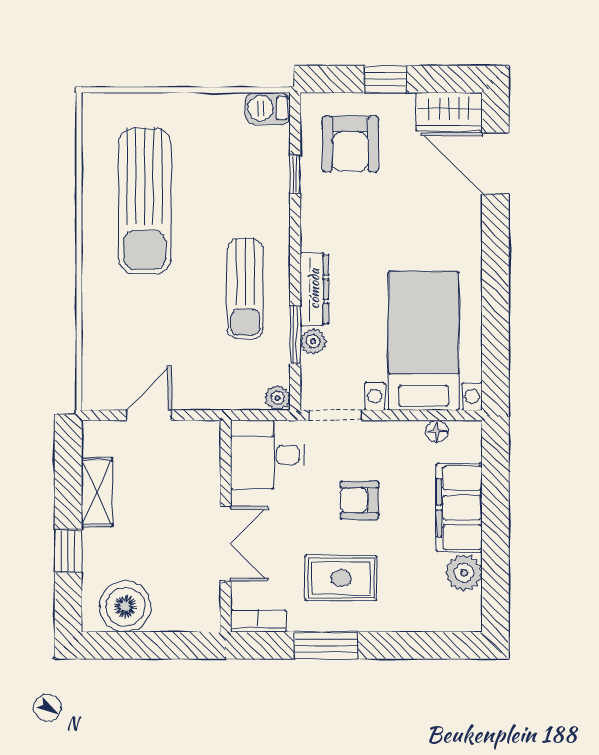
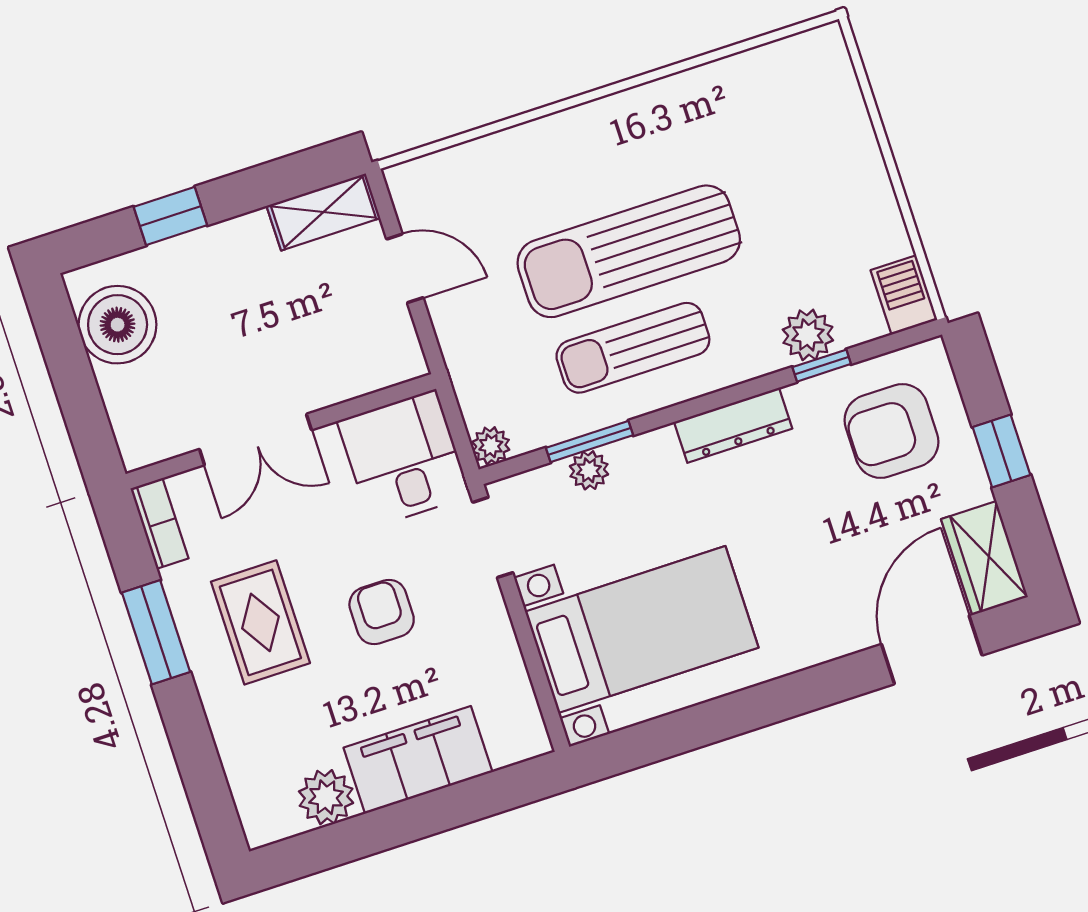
plant: (273, 177) -> (808, 335), added
sun lounger: (145, 201) -> (629, 251), moved
dresser: (314, 289) -> (733, 425), moved
floor lamp: (437, 431) -> (518, 691), removed
shelving: (97, 492) -> (323, 212), moved

